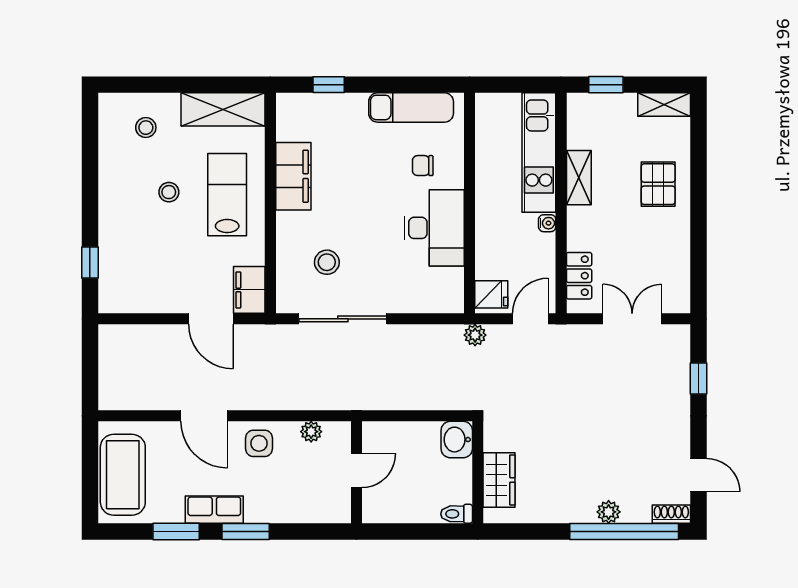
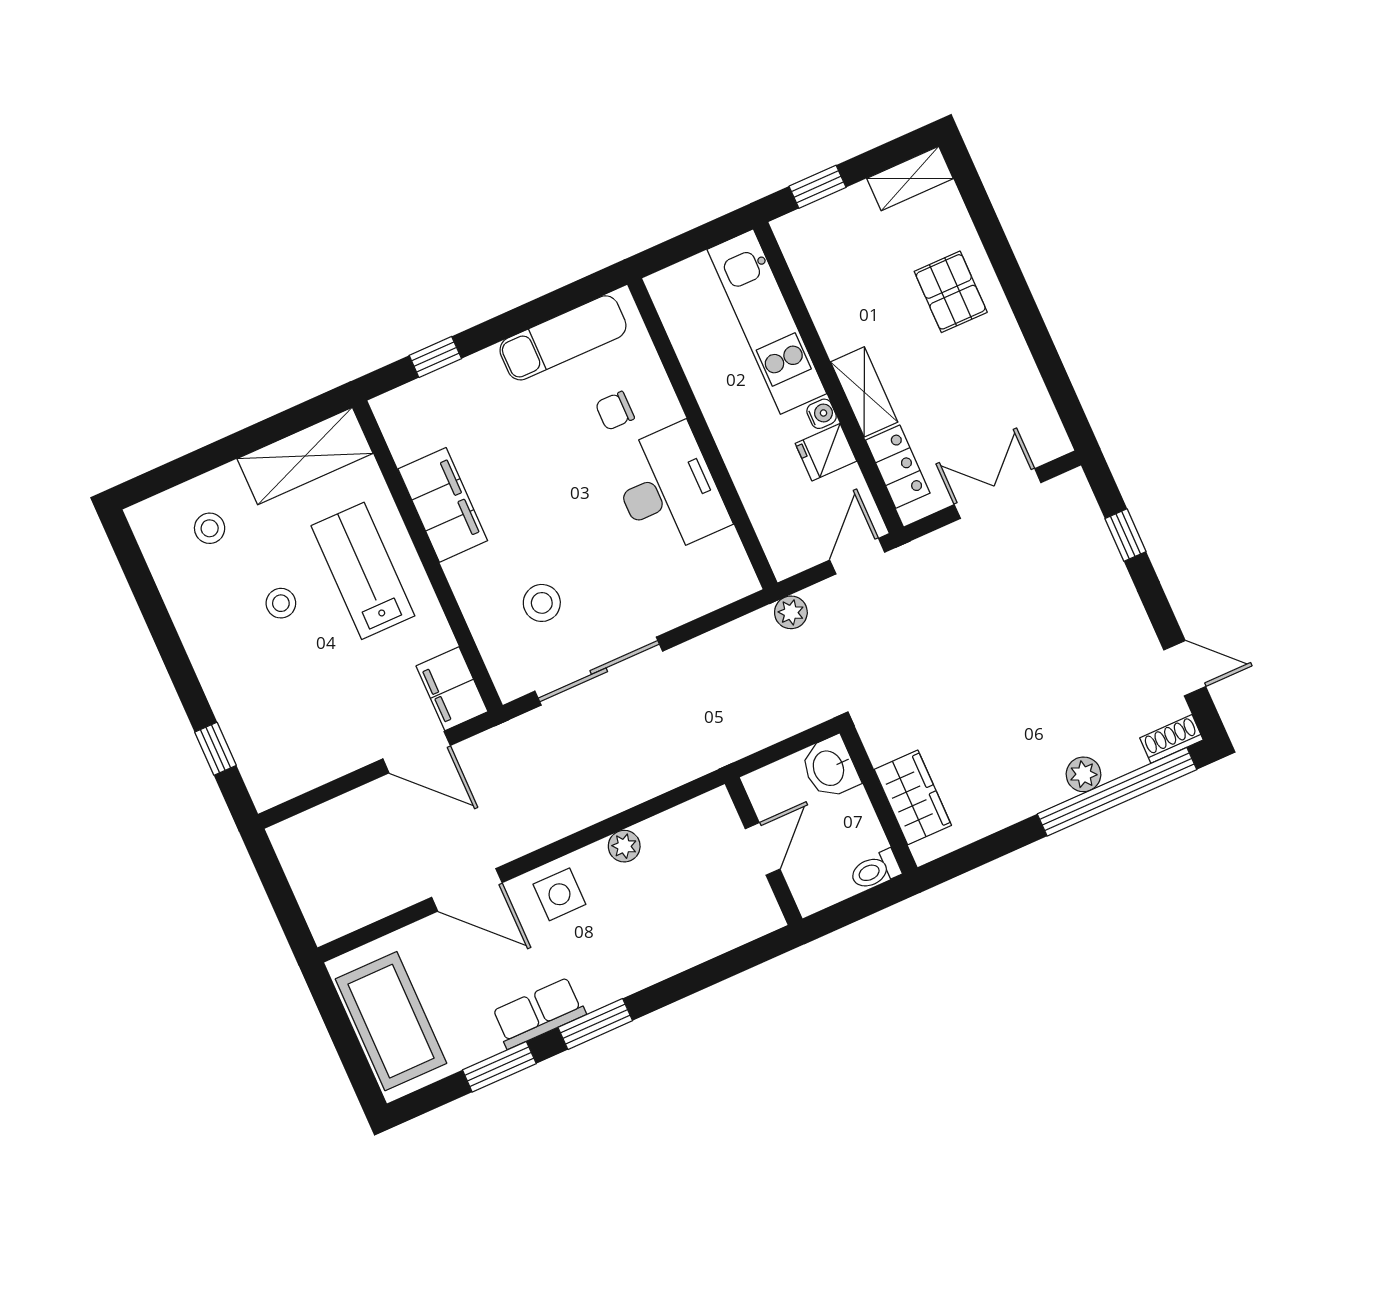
shelving: (579, 178) -> (864, 392), moved
fridge: (491, 294) -> (826, 452), moved, turned 180
door: (357, 471) -> (763, 849), moved
wall: (357, 472) -> (764, 851), moved

